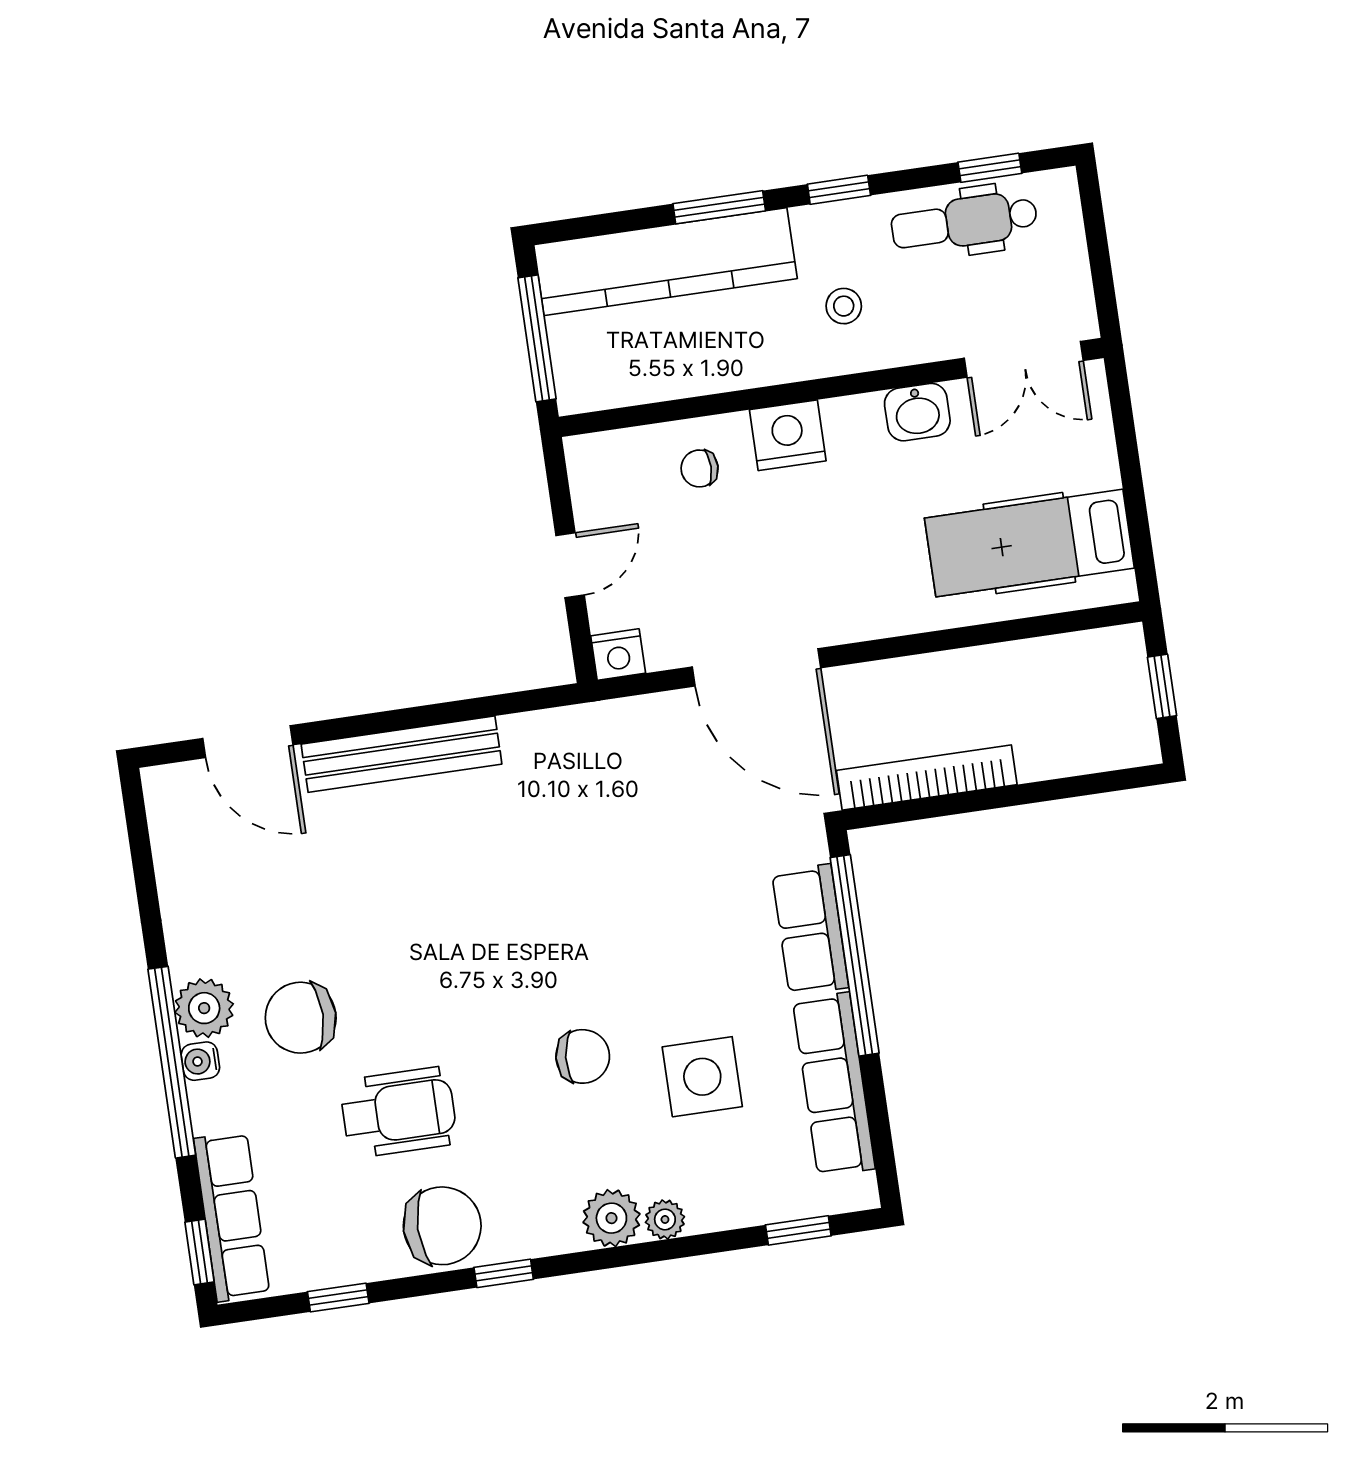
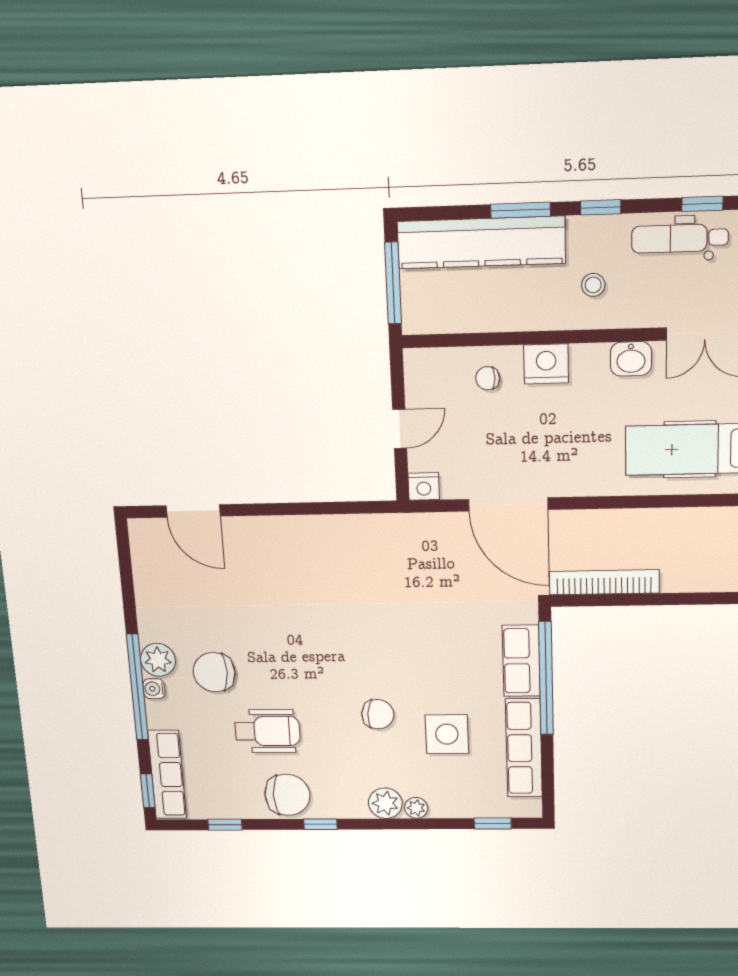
bench: (402, 754) -> (286, 530), removed

